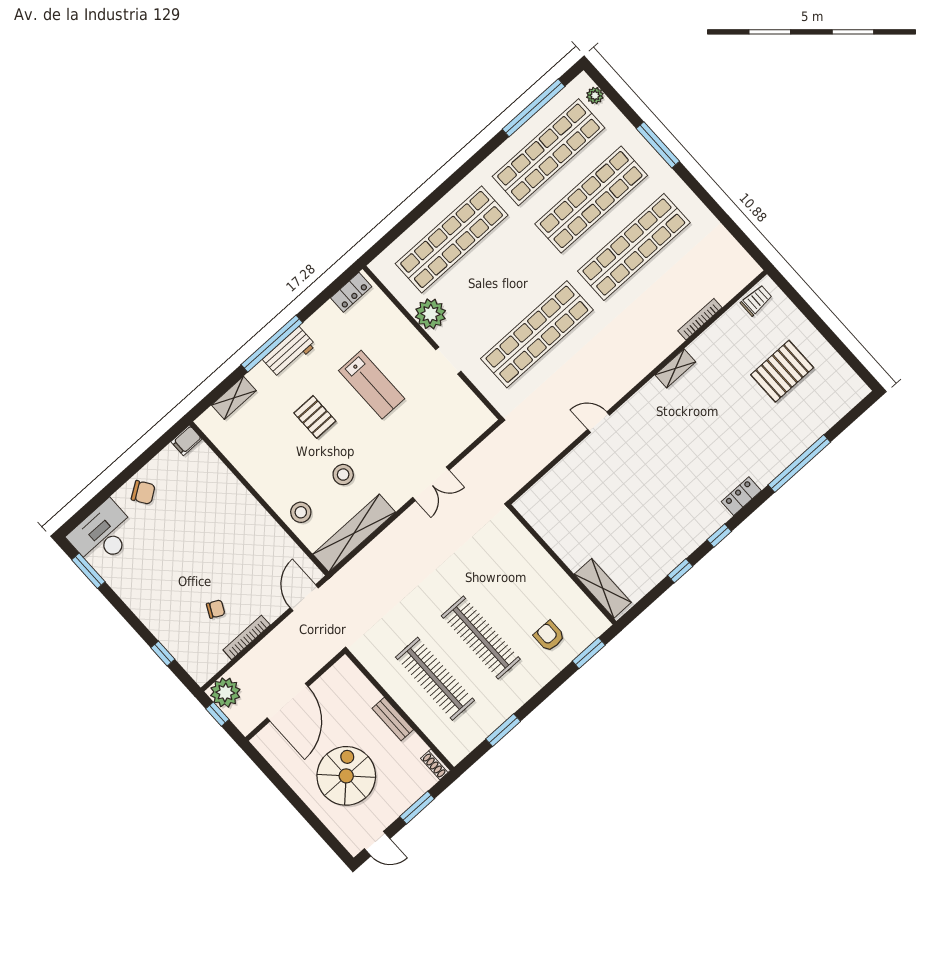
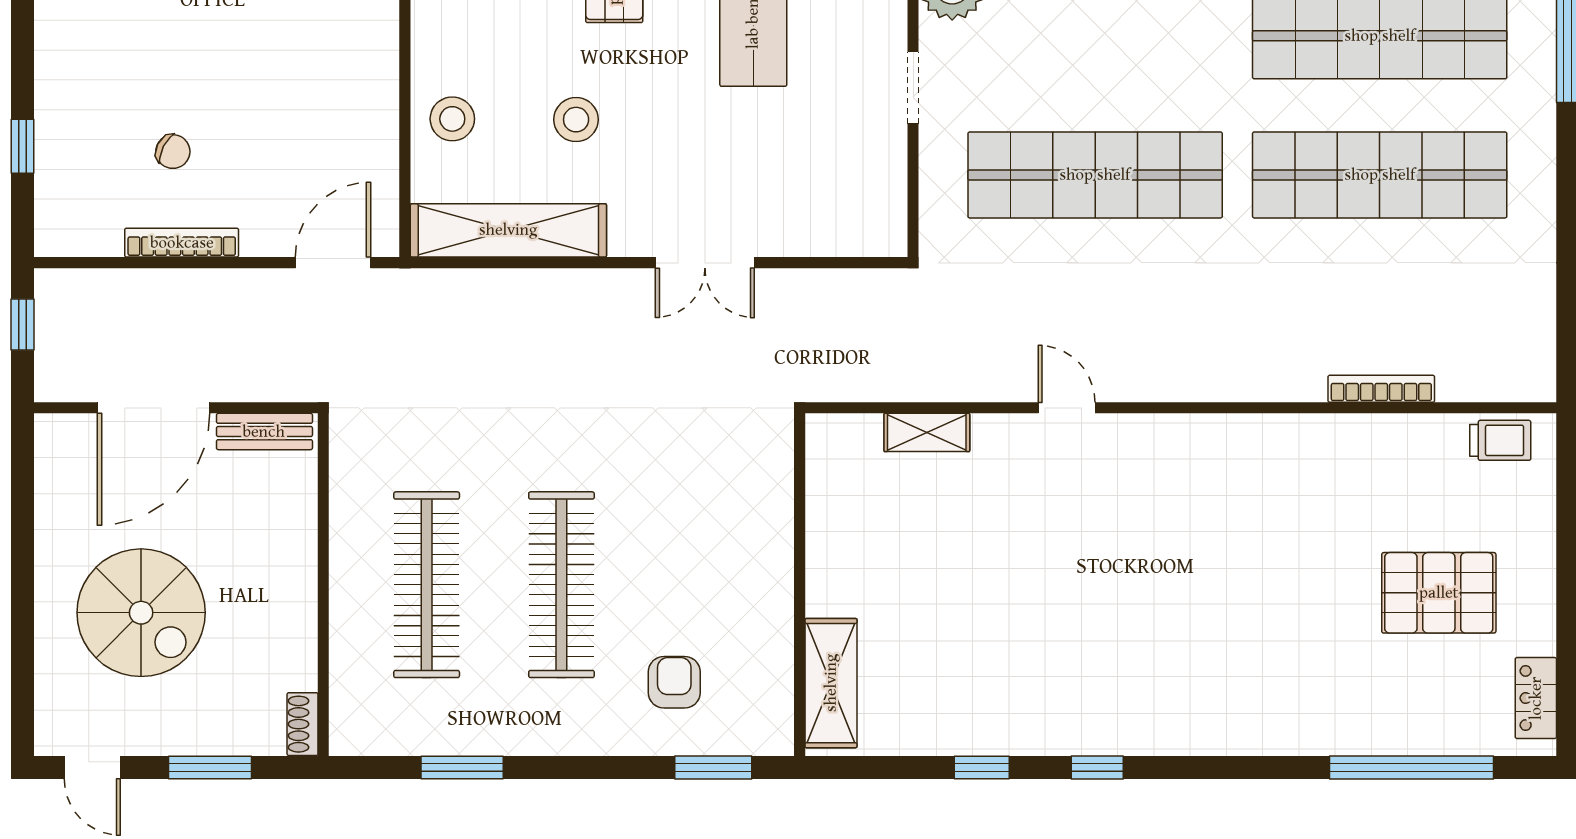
shelving: (675, 368) -> (927, 432), moved
window: (799, 463) -> (1412, 768), moved
locker: (741, 496) -> (1536, 698), moved, turned -90
plant: (225, 693) -> (67, 301), removed
bench: (393, 719) -> (264, 432), moved, turned 90
spiral stairs: (346, 776) -> (141, 613), turned 90

